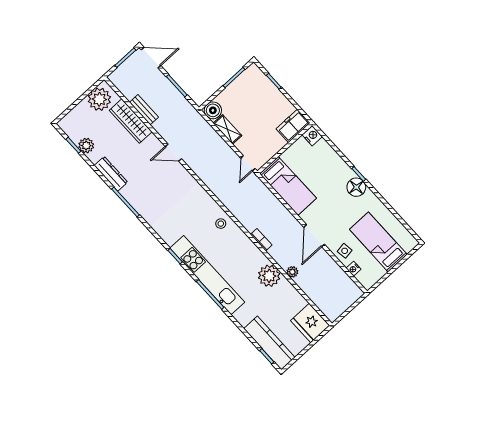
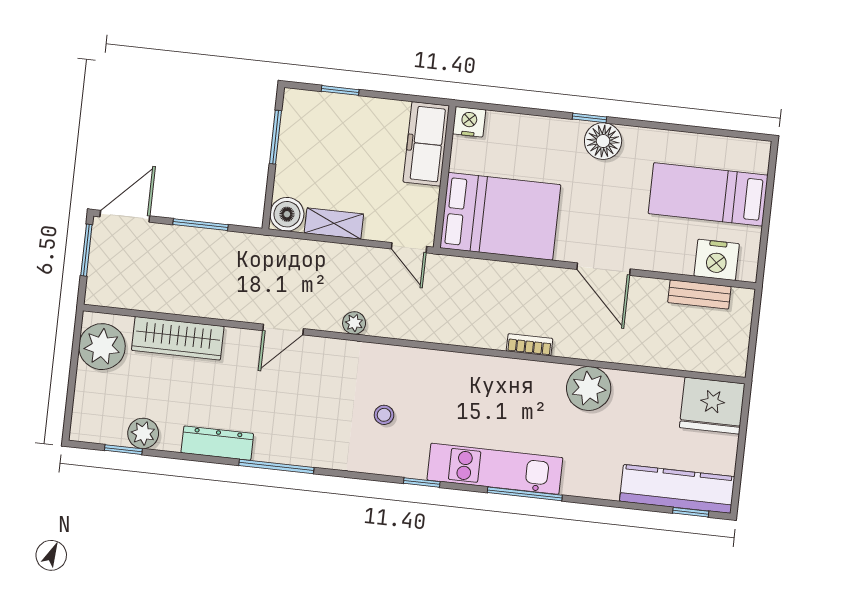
bench: (144, 110) -> (699, 294), moved
freezer: (293, 126) -> (426, 144), width x1.40
bed: (288, 186) -> (500, 216), width x1.50
stool: (221, 224) -> (384, 415), moved
side table: (345, 251) -> (669, 252), removed
nightstand: (354, 269) -> (717, 260), width x1.89, depth x1.79
plant: (292, 272) -> (354, 323), moved
kitchen unit: (207, 275) -> (495, 469), width x0.73

